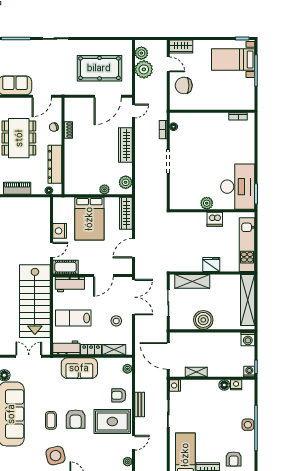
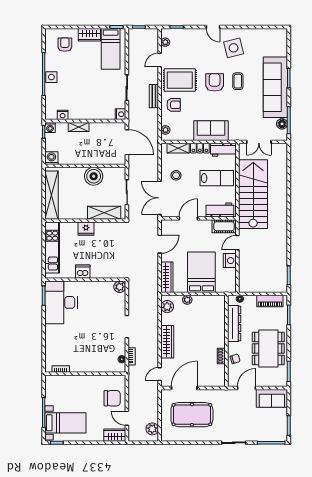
plant: (144, 69) -> (150, 413), removed
plant: (207, 203) -> (120, 287), moved
shelving: (196, 372) -> (79, 127), moved
floor lamp: (224, 385) -> (74, 115), removed

